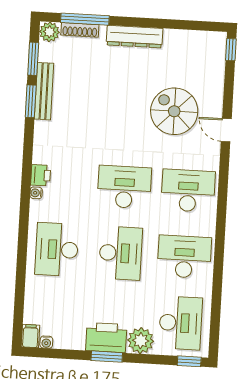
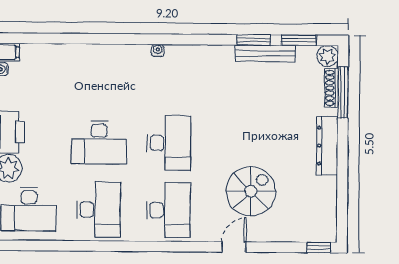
printer: (41, 175) -> (177, 54), removed
desk: (57, 249) -> (99, 75), removed

